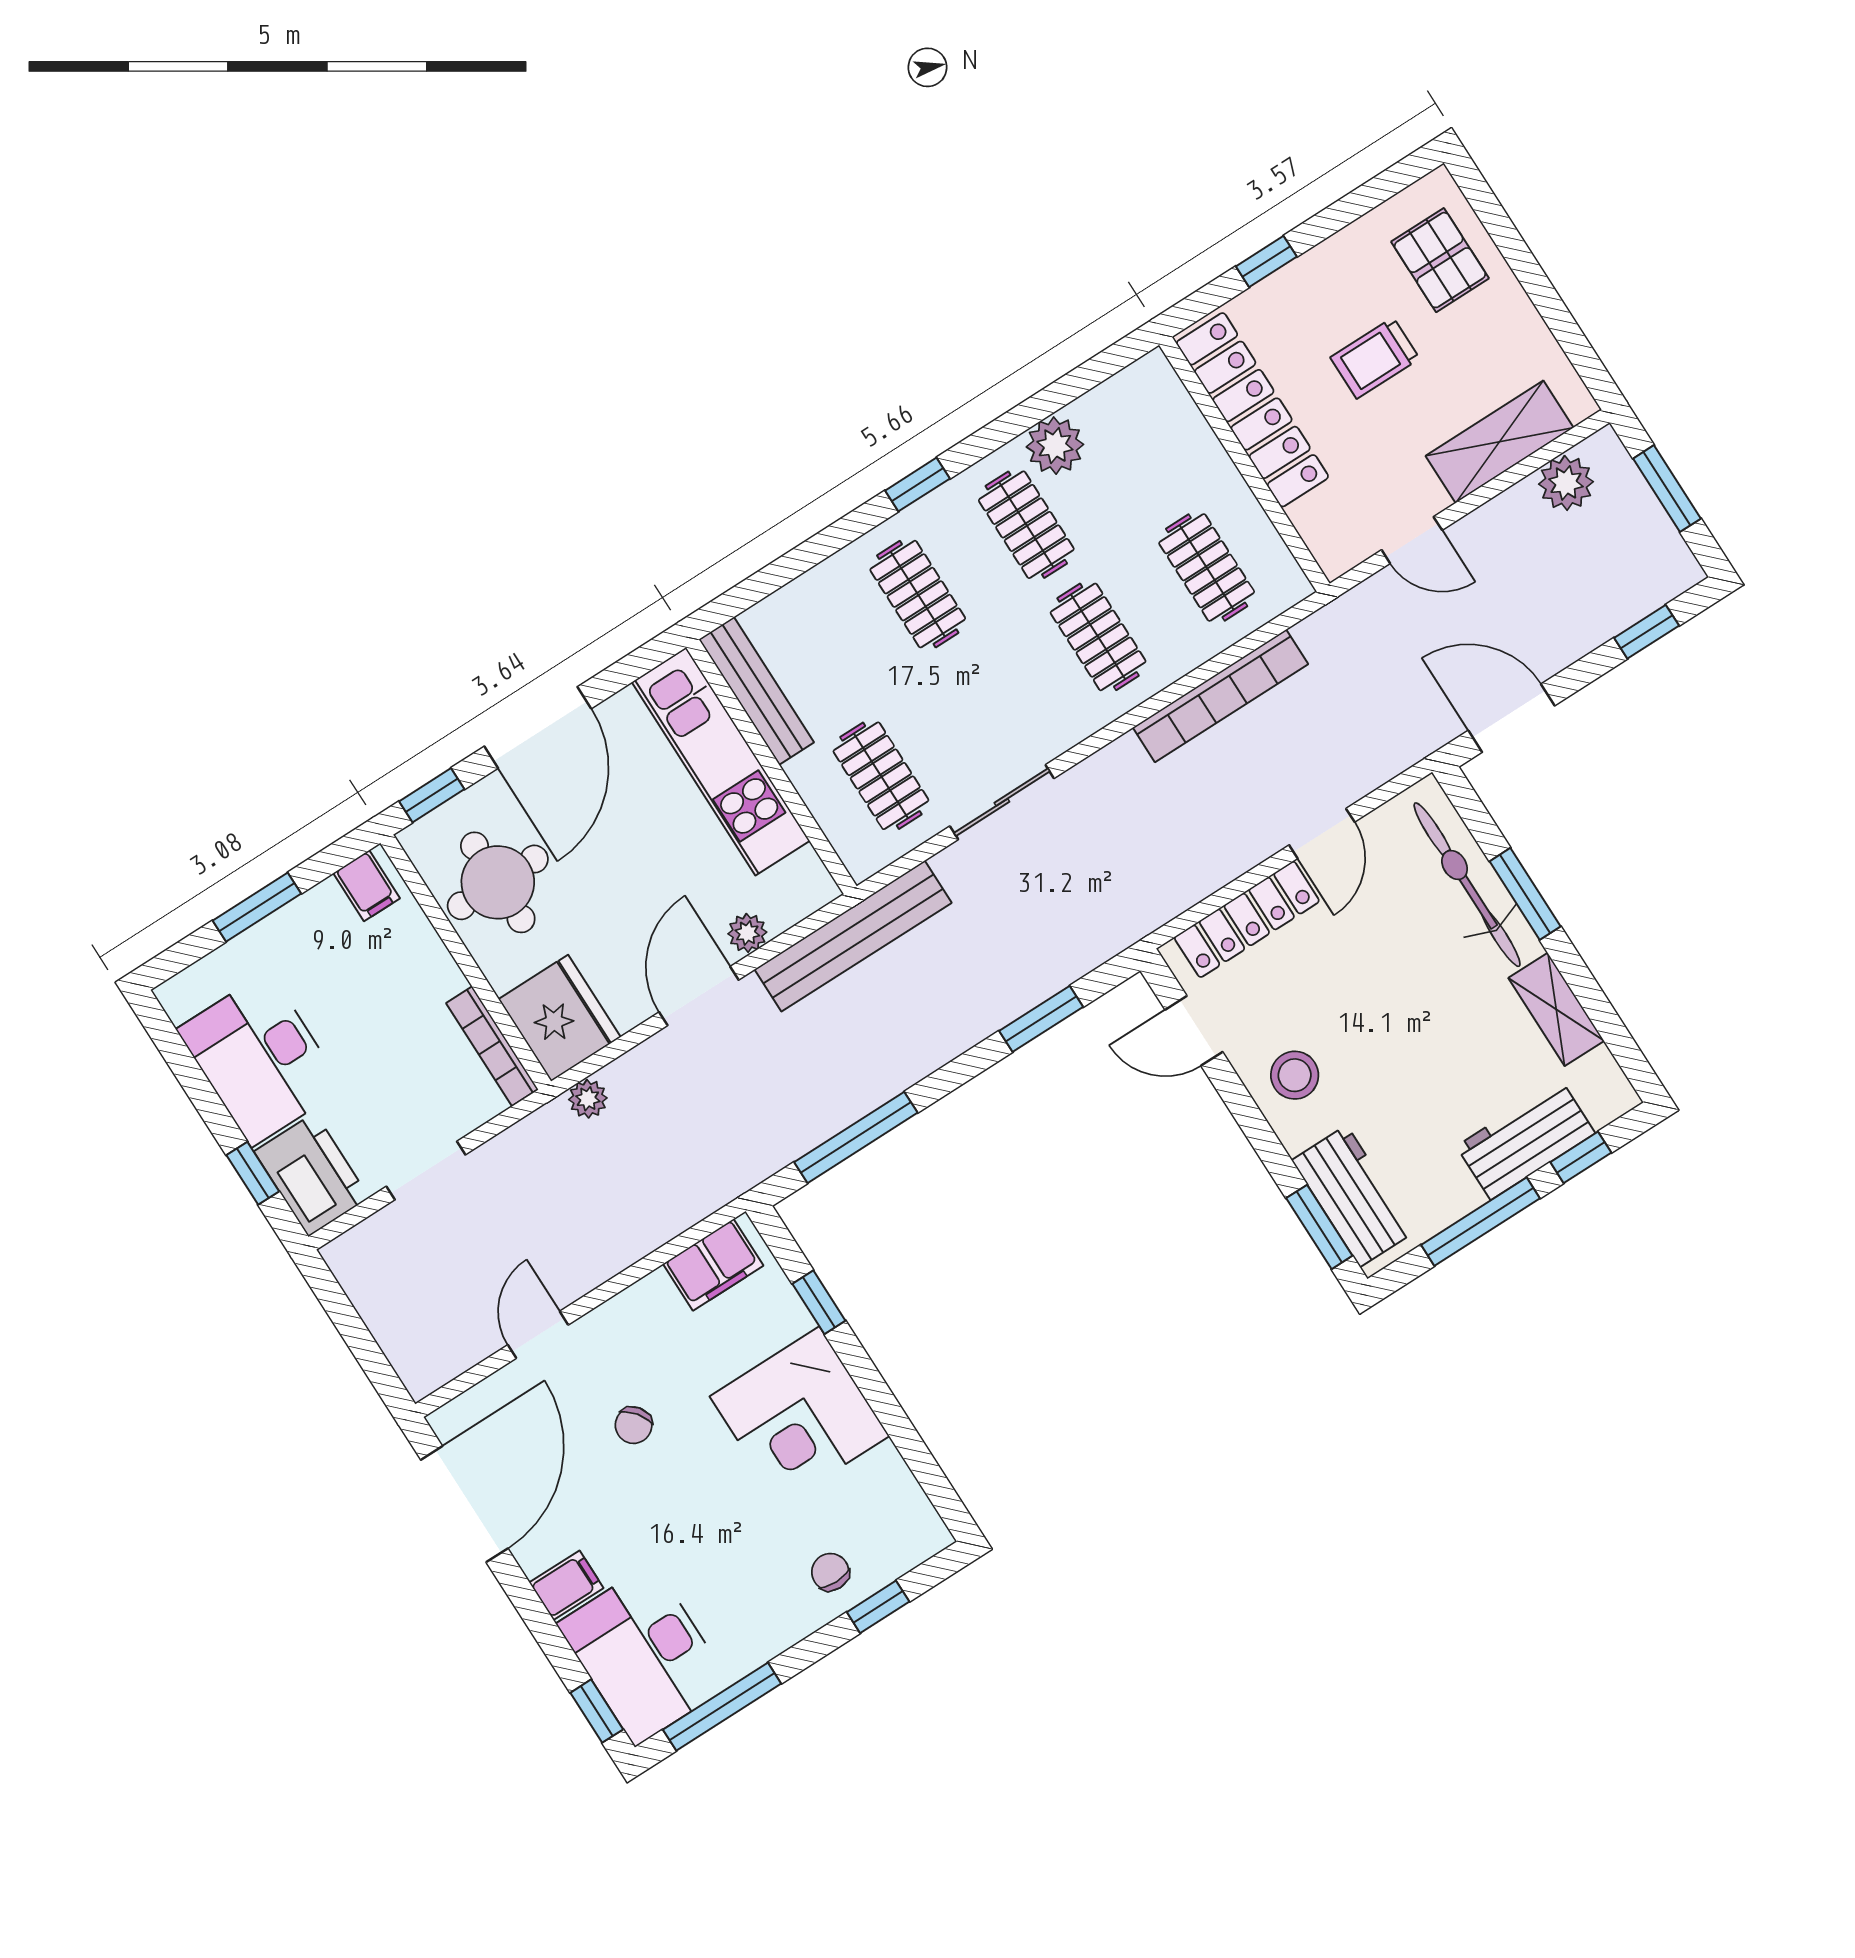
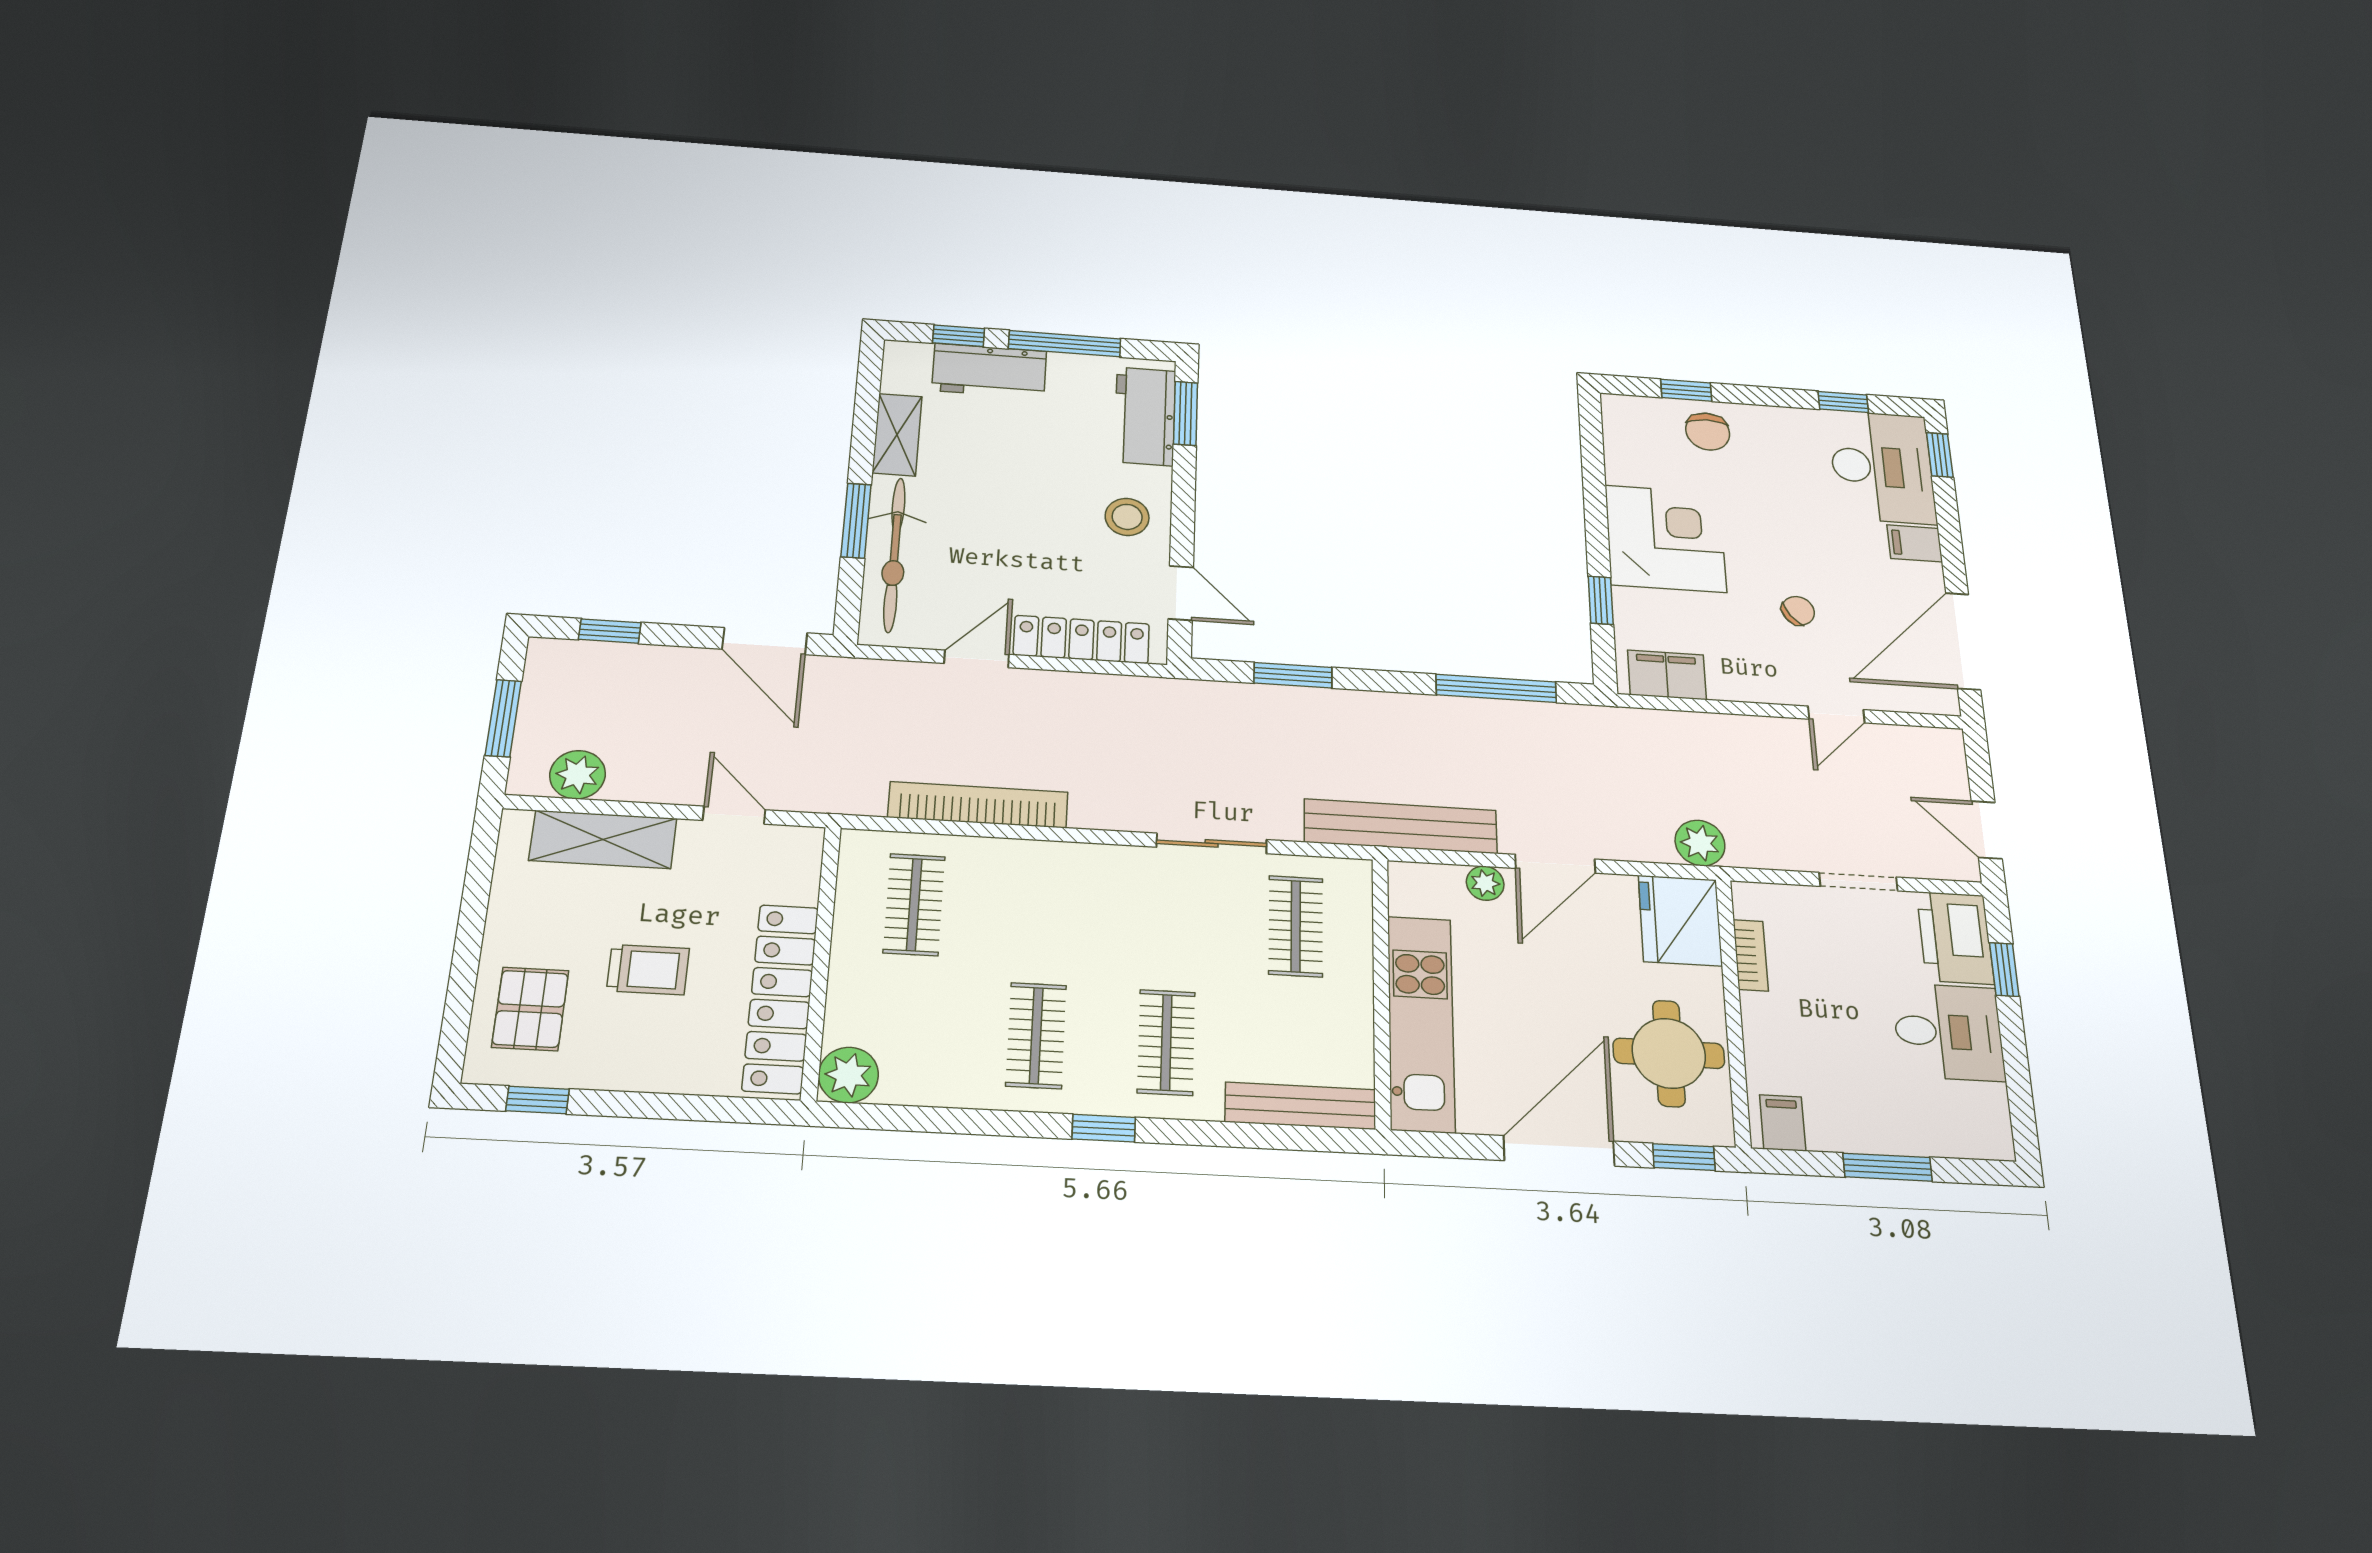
window: (1266, 261) -> (538, 1100), moved
plant: (1055, 446) -> (848, 1075), moved
clothes rail: (1098, 637) -> (1042, 912), removed
bench: (756, 691) -> (1301, 1106), moved, turned 90
bookcase: (492, 1046) -> (1751, 955), width x0.64
desk: (260, 1059) -> (1948, 1032), width x0.73
plant: (588, 1099) -> (1700, 843), width x1.38, depth x1.38
door: (339, 1309) -> (1987, 830), added
chair: (830, 1572) -> (1708, 432), width x1.37, depth x1.37
window: (722, 1707) -> (1843, 402), width x0.46

